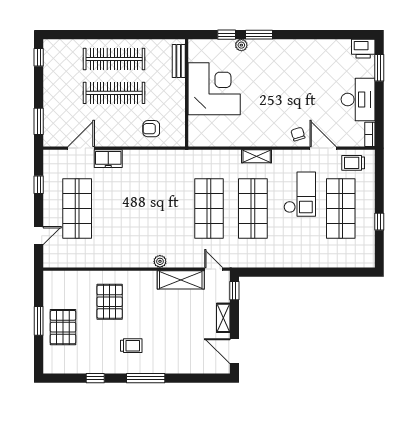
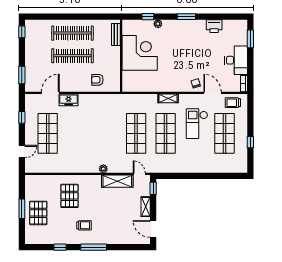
window: (259, 35) -> (186, 17), moved
printer: (363, 49) -> (214, 26), moved
checkout: (300, 194) -> (197, 124), turned 180

